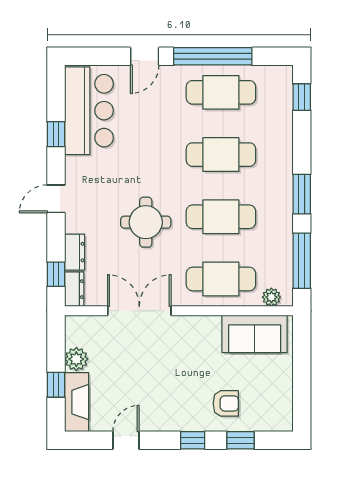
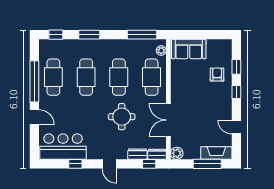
window: (302, 194) -> (89, 35), moved
sofa: (255, 334) -> (189, 49), moved, turned 90
plant: (76, 359) -> (177, 153), moved
window: (56, 385) -> (207, 164), width x2.17

